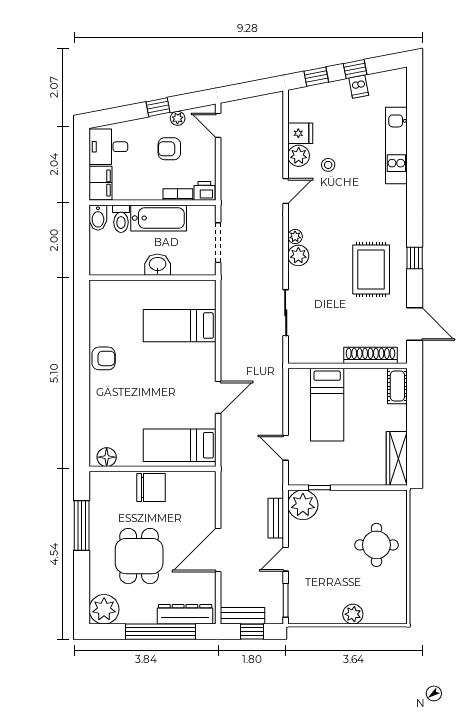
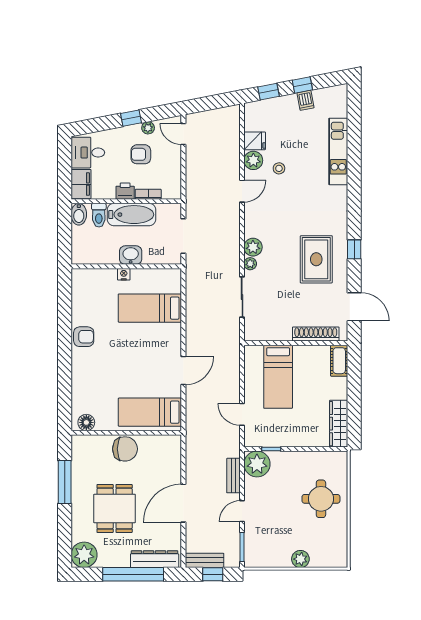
printer: (204, 191) -> (125, 191), moved
plant: (295, 236) -> (250, 264), moved
nightstand: (150, 287) -> (124, 274), added

